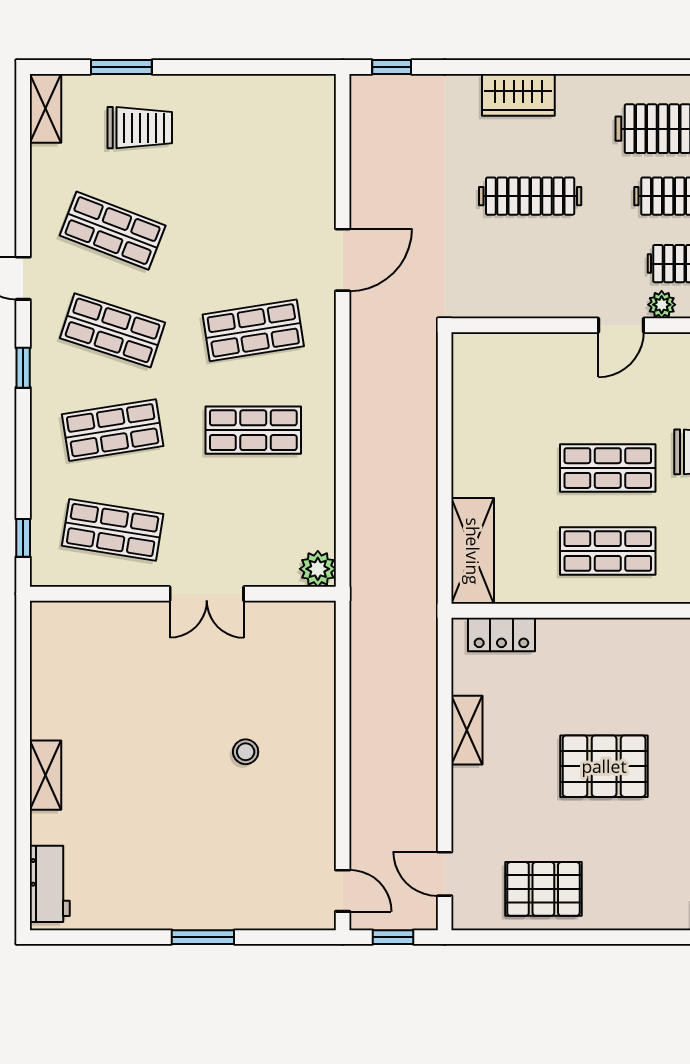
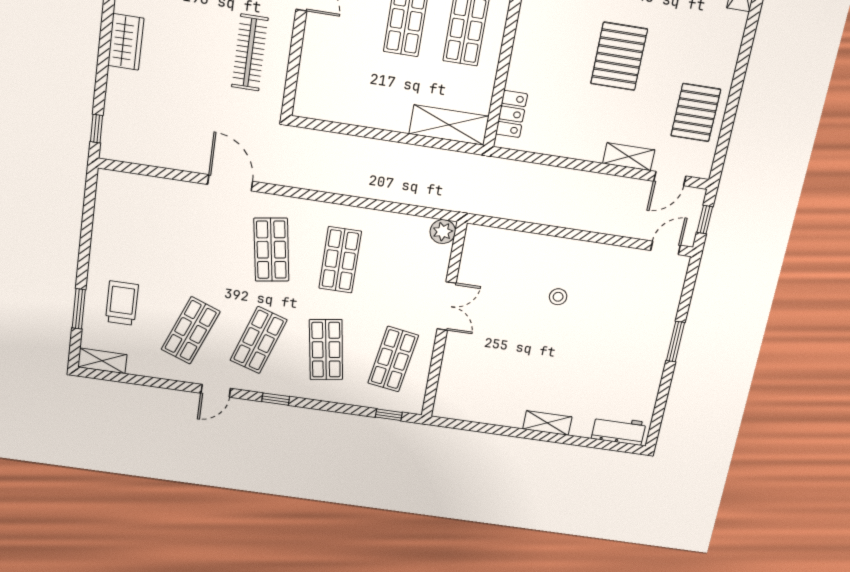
clothes rail: (530, 196) -> (250, 53), moved
shelving: (467, 730) -> (629, 157), moved

